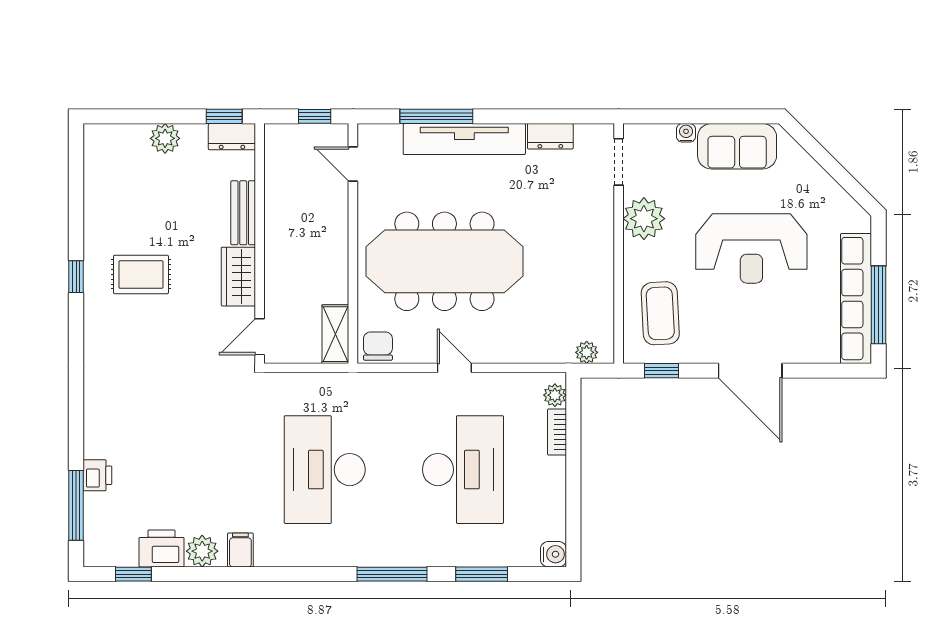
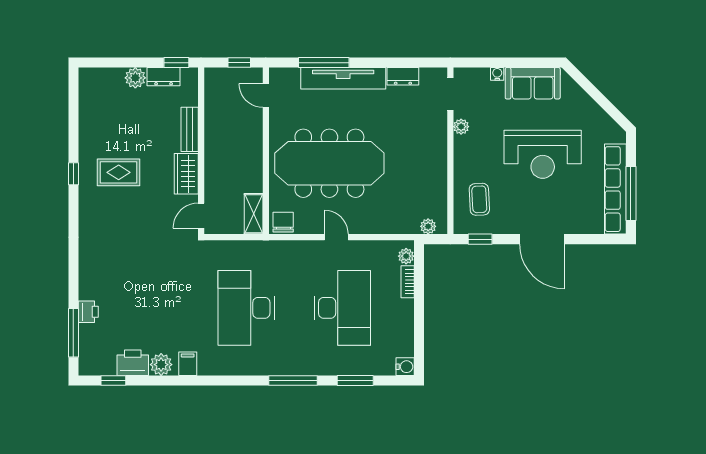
dresser: (232, 137) -> (164, 77), moved
plant: (644, 219) -> (461, 127), width x0.53, depth x0.53
coffee table: (660, 313) -> (479, 199), width x0.73, depth x0.77

